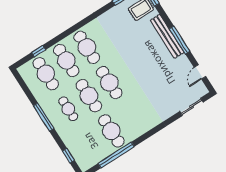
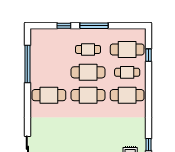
cafe table: (66, 60) -> (127, 72), width x0.73, depth x0.74
cafe table: (111, 131) -> (49, 95), moved
window: (68, 156) -> (64, 26), moved

